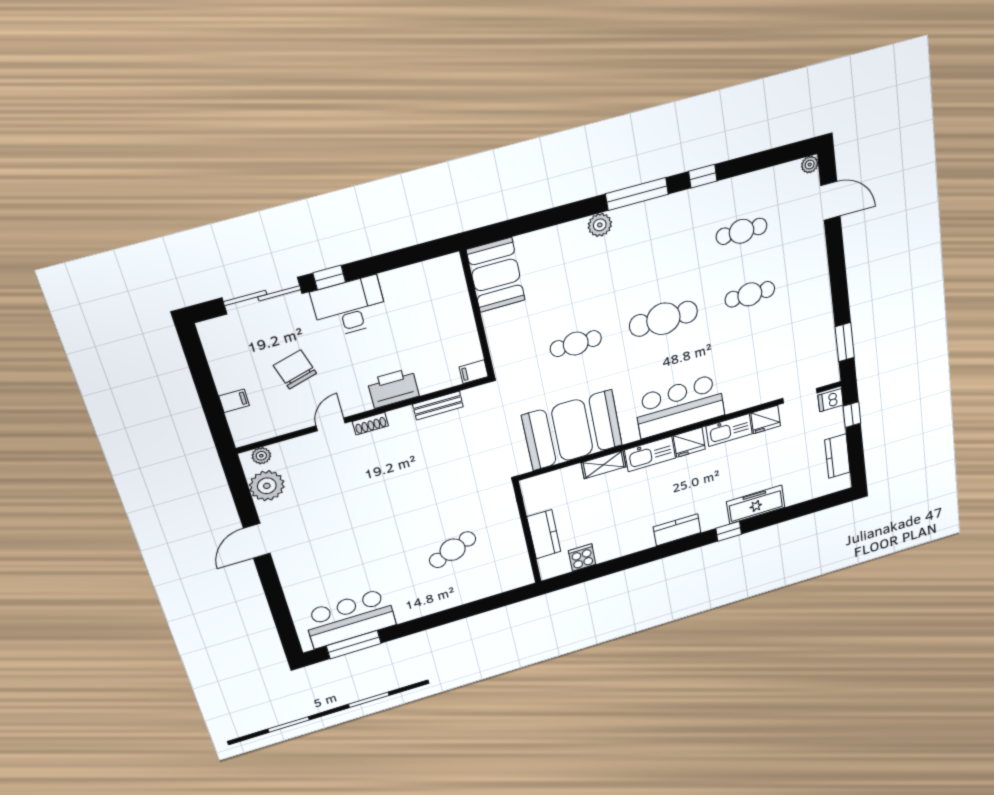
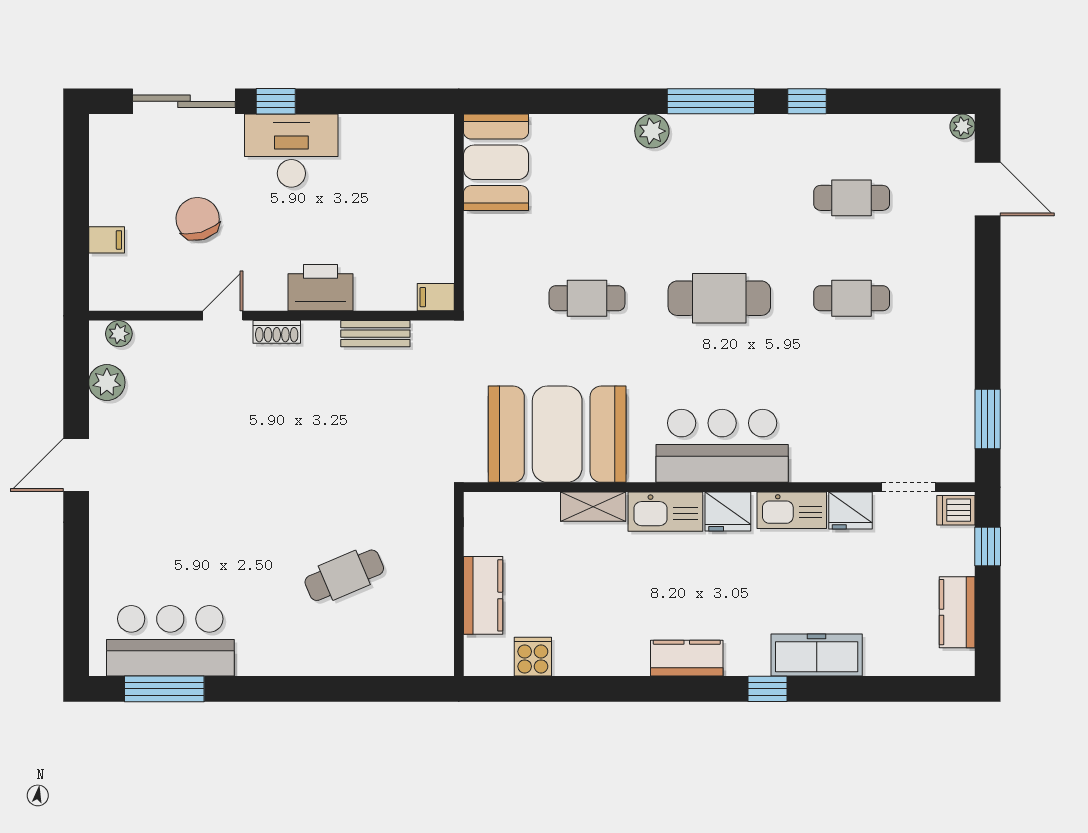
plant: (267, 486) -> (107, 382), width x0.73, depth x0.73

